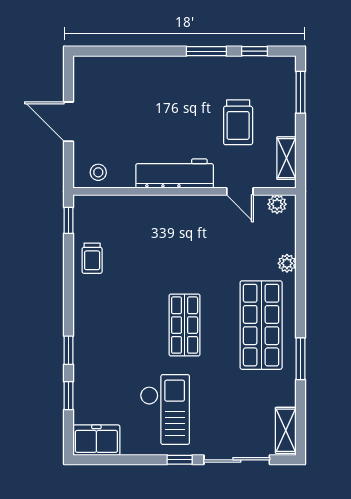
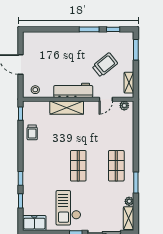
trolley: (238, 122) -> (105, 65), turned -129
door: (240, 191) -> (106, 99), hinge flipped
shelving: (161, 208) -> (67, 108), added
plant: (287, 263) -> (129, 201), moved
shop shelf: (261, 325) -> (116, 166), width x0.70, depth x0.74
checkout: (165, 409) -> (68, 208), turned 180

